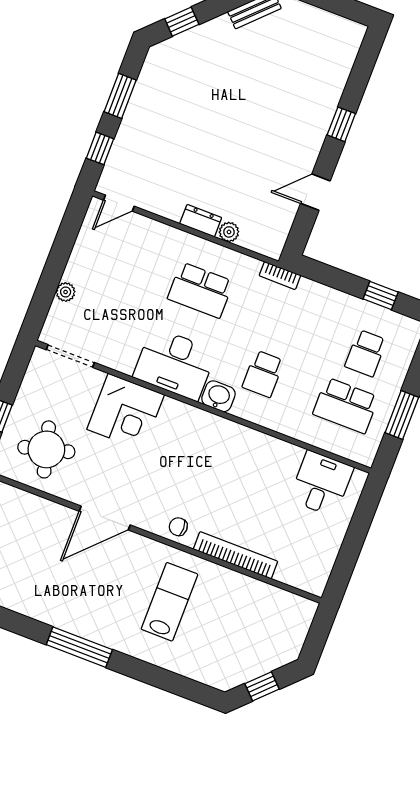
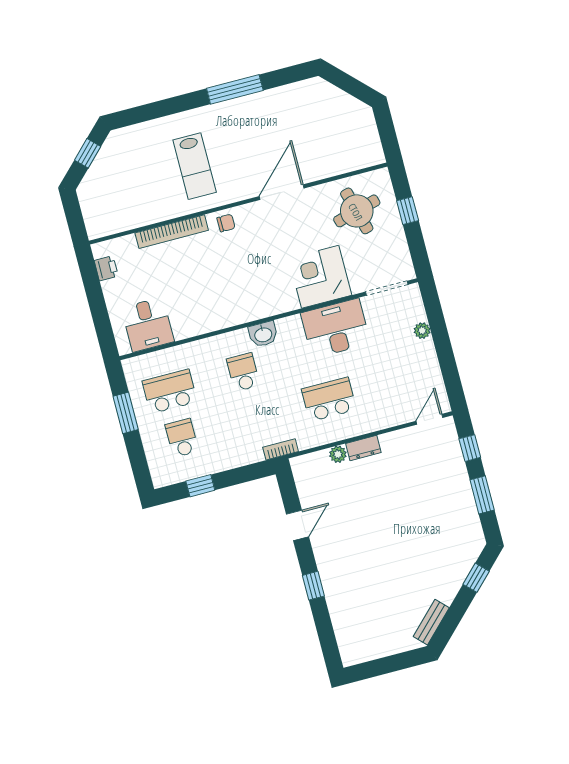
desk: (175, 364) -> (336, 328), moved
printer: (322, 565) -> (106, 268), added

